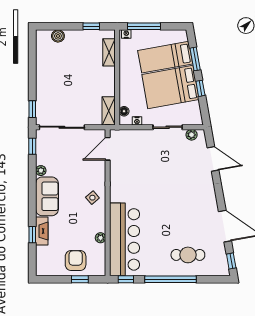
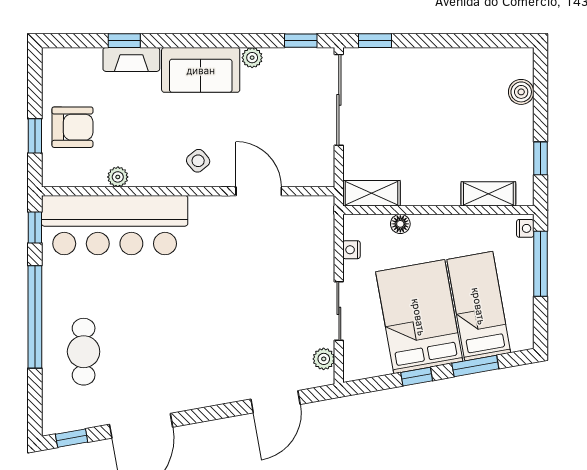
floor lamp: (124, 111) -> (400, 224), moved
door: (108, 149) -> (259, 191), moved

